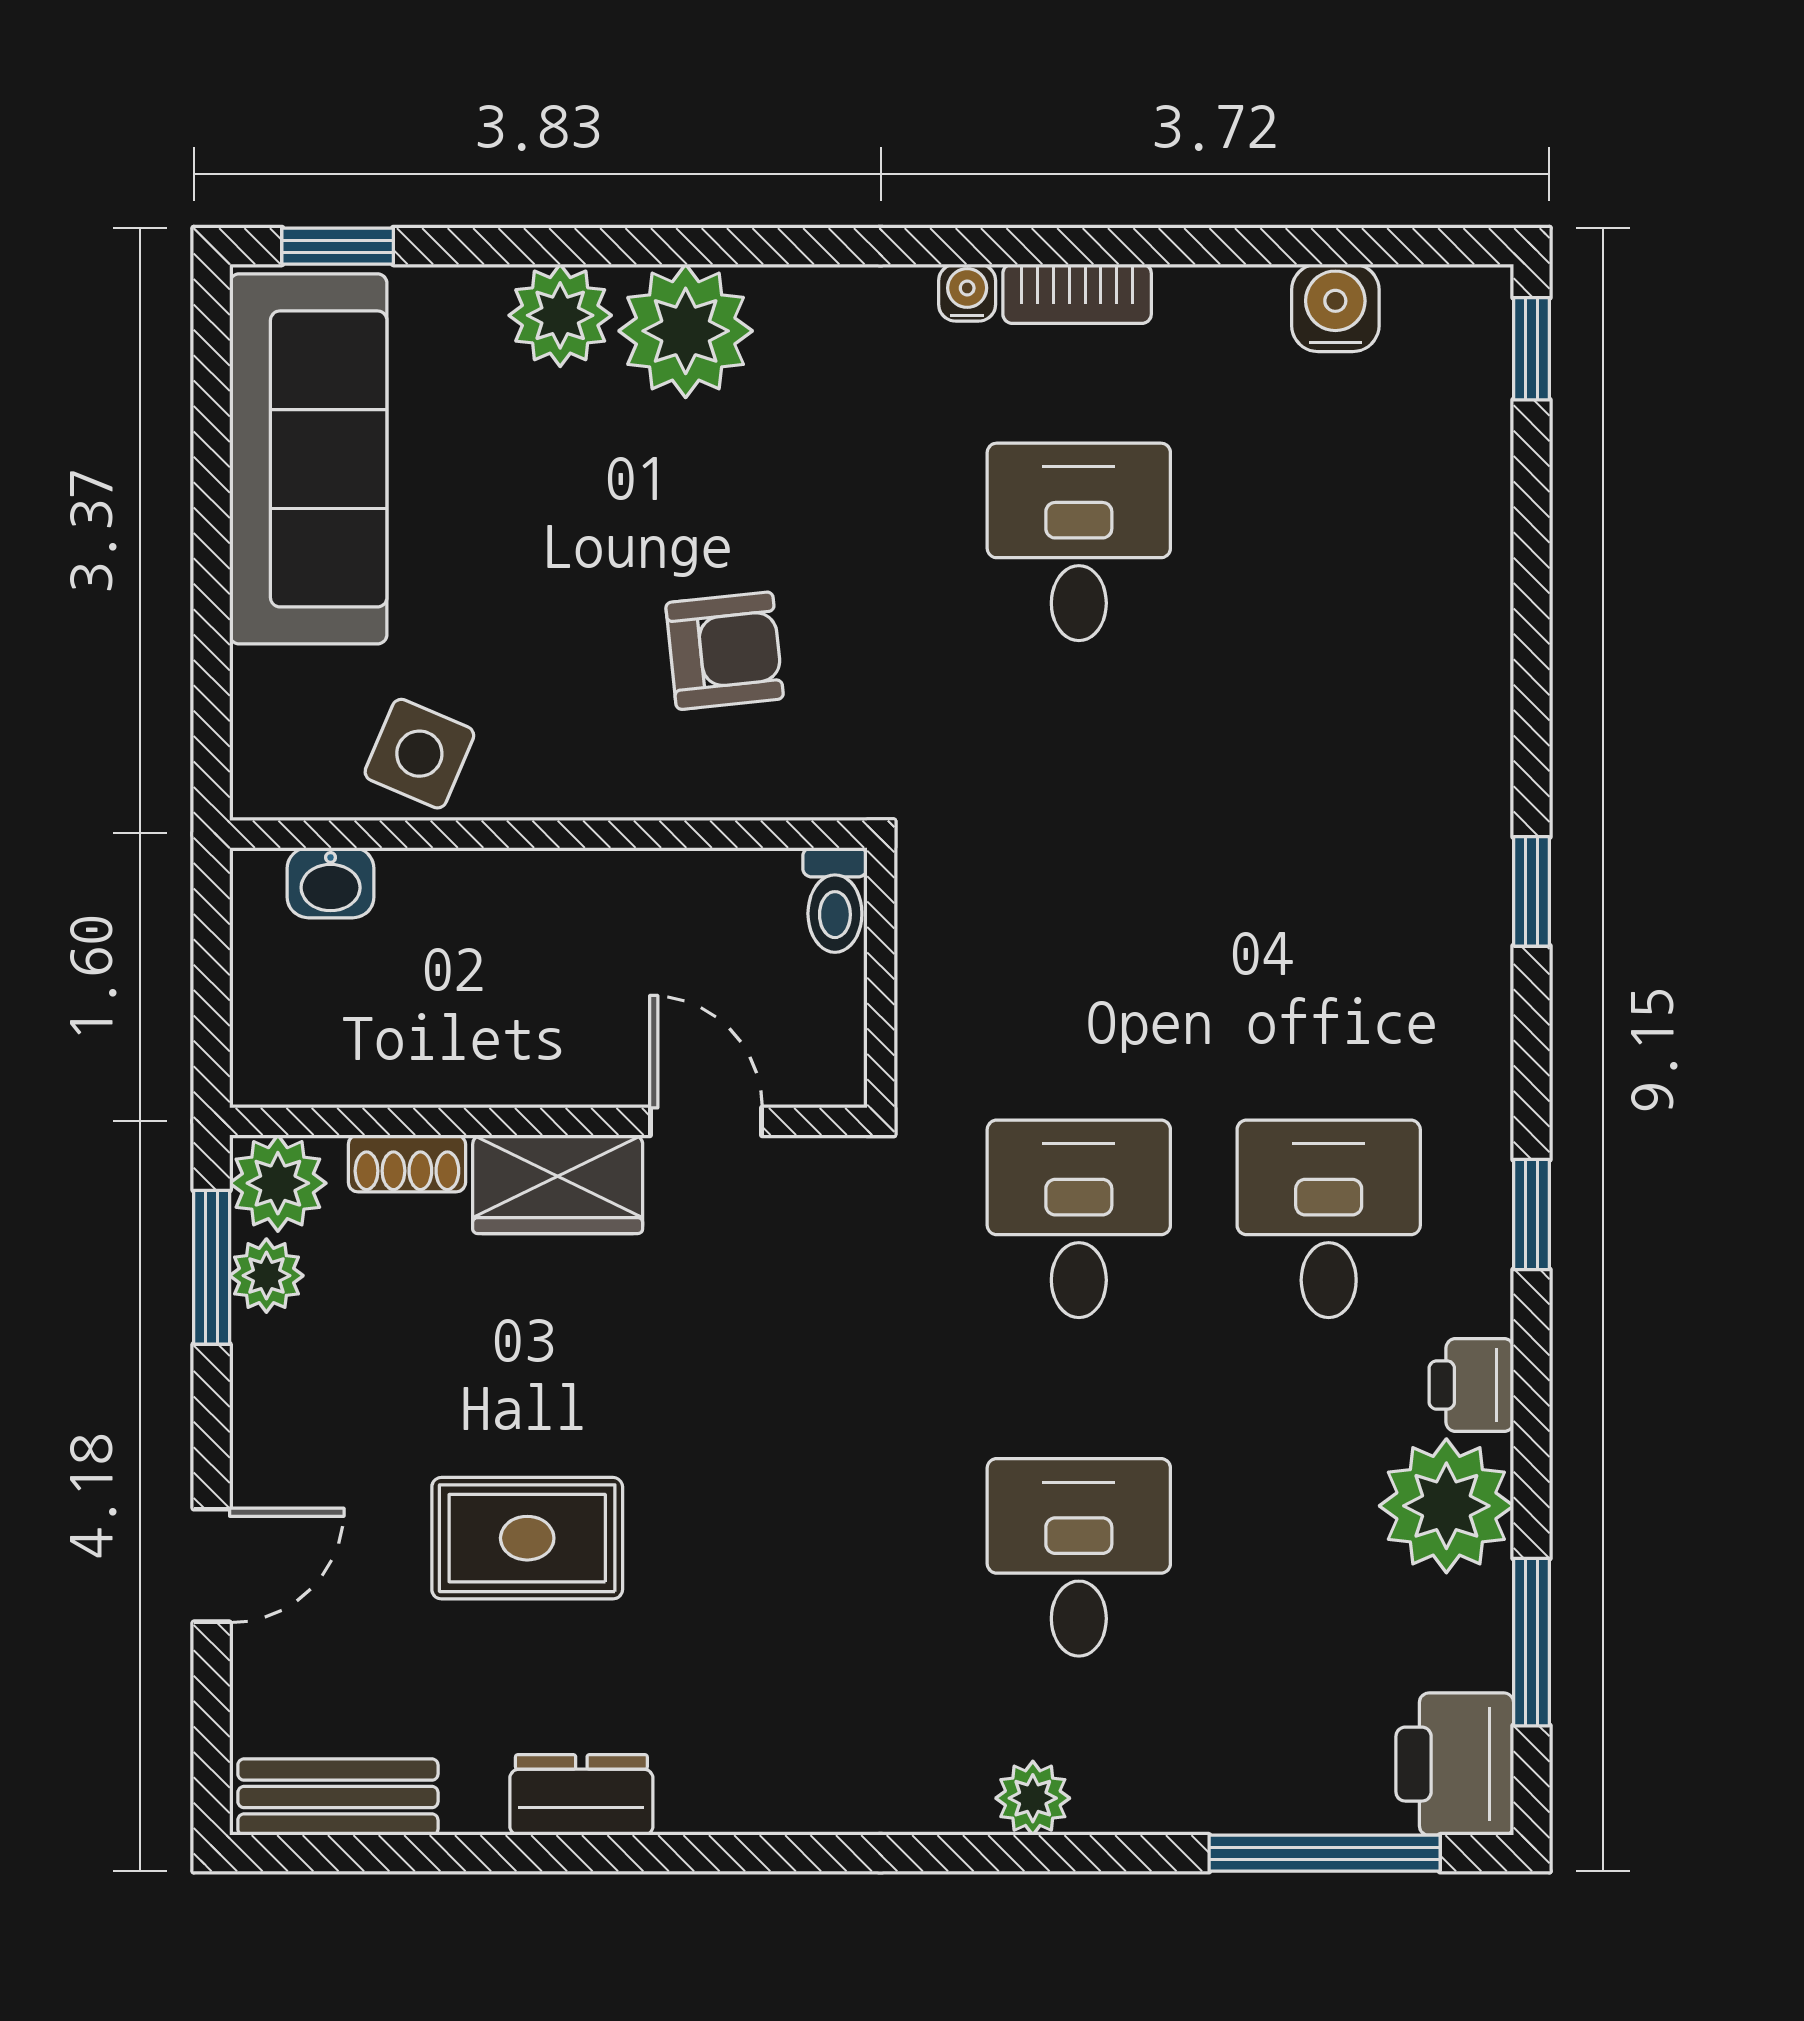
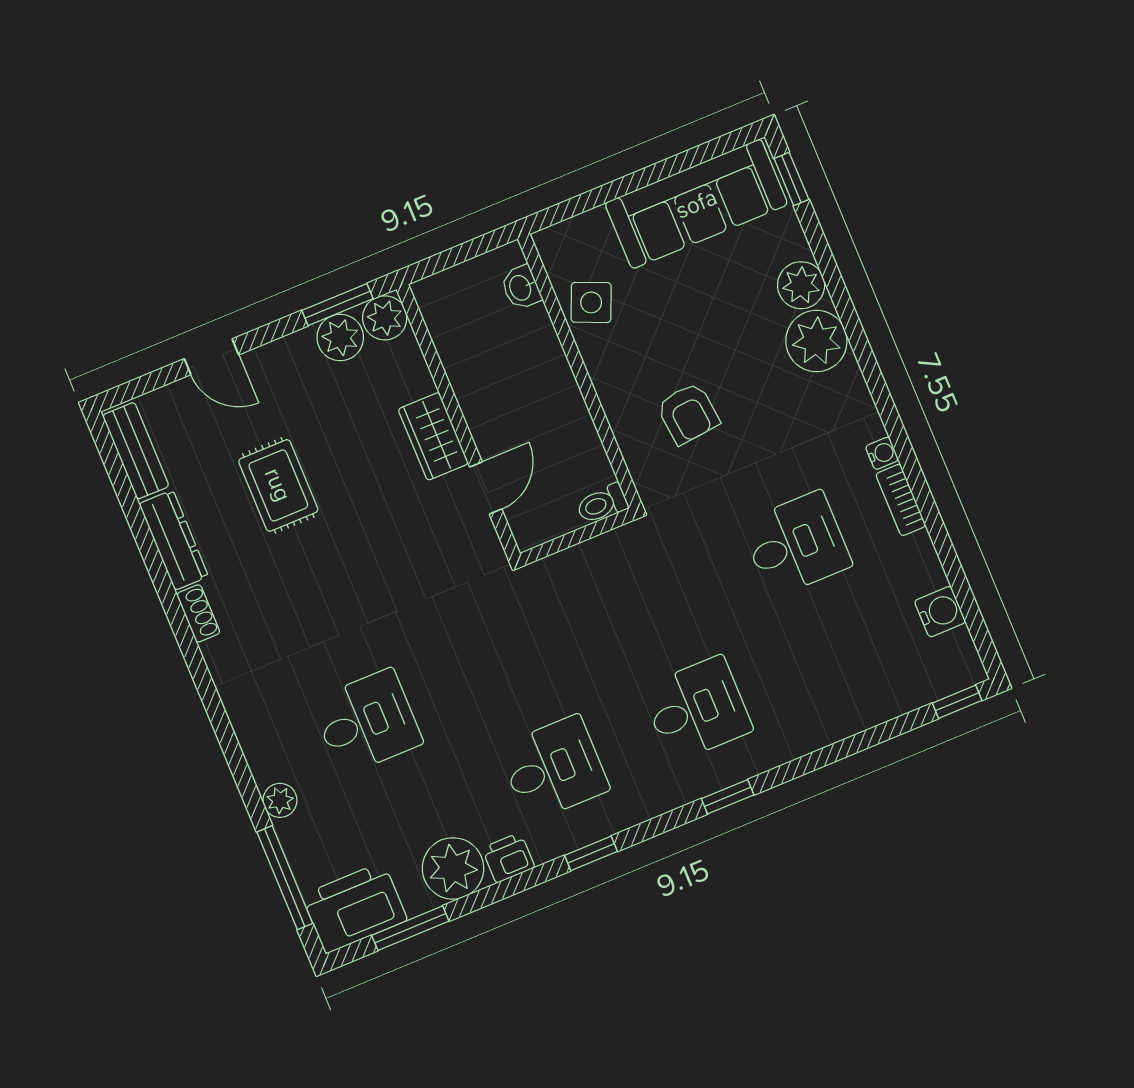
shoe rack: (407, 1163) -> (198, 613), moved, turned 180
desk: (1079, 1219) -> (697, 709), moved
plant: (266, 1276) -> (340, 337), width x1.38, depth x1.38
printer: (1455, 1764) -> (354, 908), width x1.37, depth x1.19
dresser: (581, 1795) -> (174, 540), width x1.44
plant: (1033, 1798) -> (280, 800), moved

